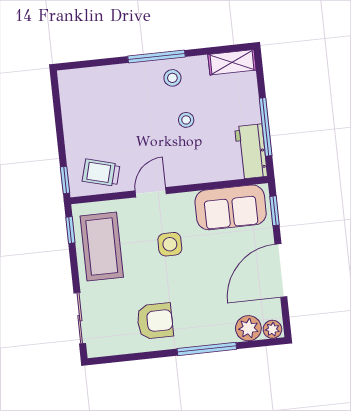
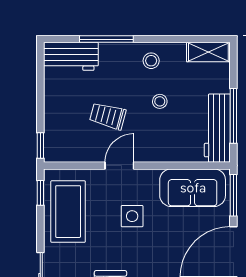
window: (157, 56) -> (106, 39), moved
workbench: (87, 82) -> (71, 56), added
workbench: (251, 151) -> (217, 128), width x1.38
trolley: (101, 173) -> (108, 116), moved
window: (275, 211) -> (233, 195), width x1.50

